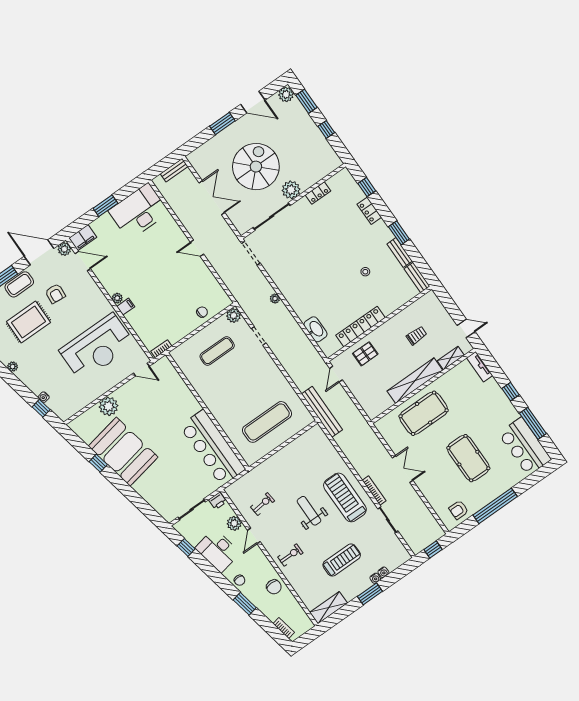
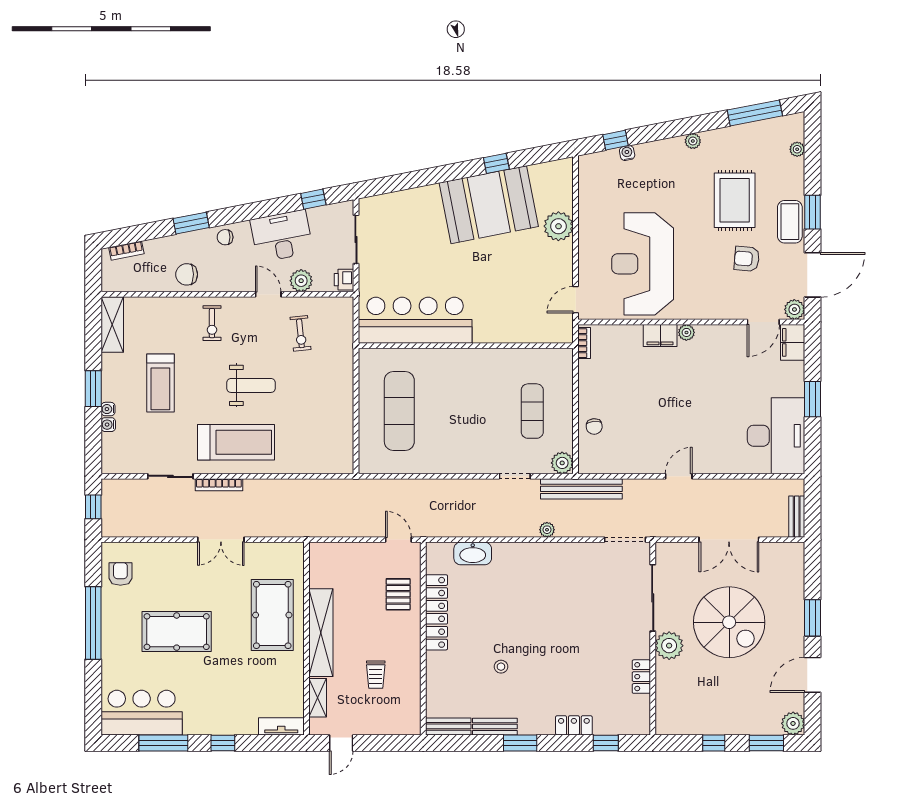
filing cabinet: (126, 307) -> (660, 336), width x2.00
bench: (322, 412) -> (581, 489), moved

